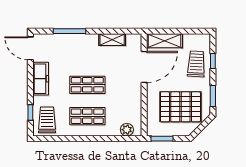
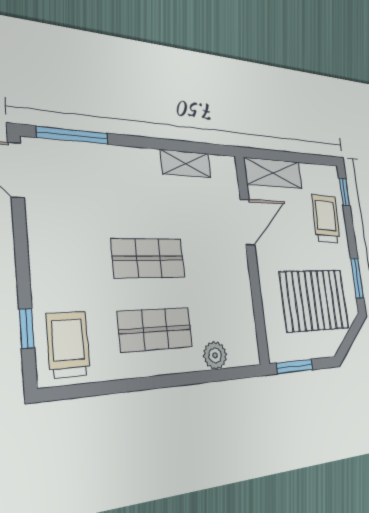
window: (70, 31) -> (73, 135), moved
window: (213, 61) -> (344, 192), moved
door: (144, 67) -> (247, 222), width x0.73
freezer: (41, 79) -> (45, 244), removed
plant: (127, 130) -> (215, 355), moved

